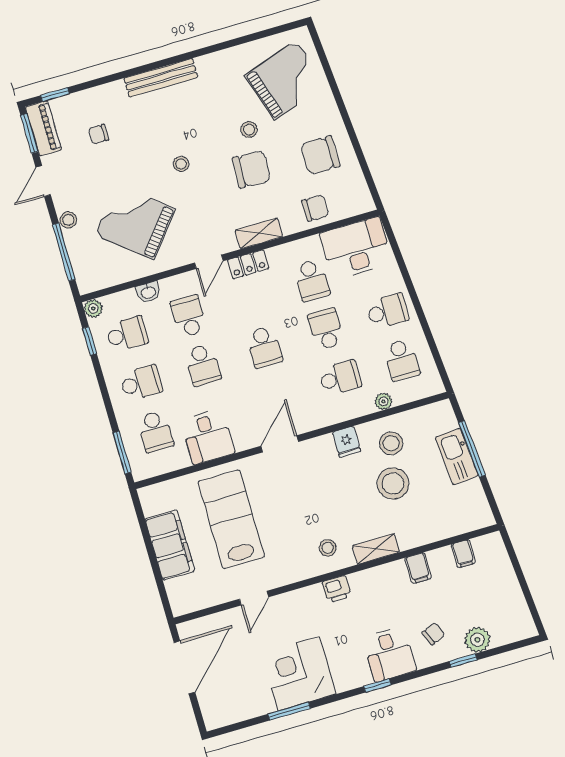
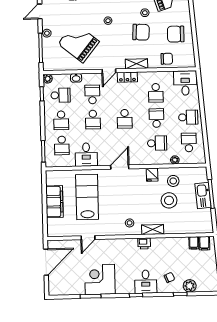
desk: (356, 248) -> (185, 83), width x0.73
school desk: (402, 360) -> (189, 142), turned 180
school desk: (141, 383) -> (61, 120), turned 90
filing cabinet: (418, 568) -> (204, 243), moved
printer: (337, 589) -> (144, 243), moved

